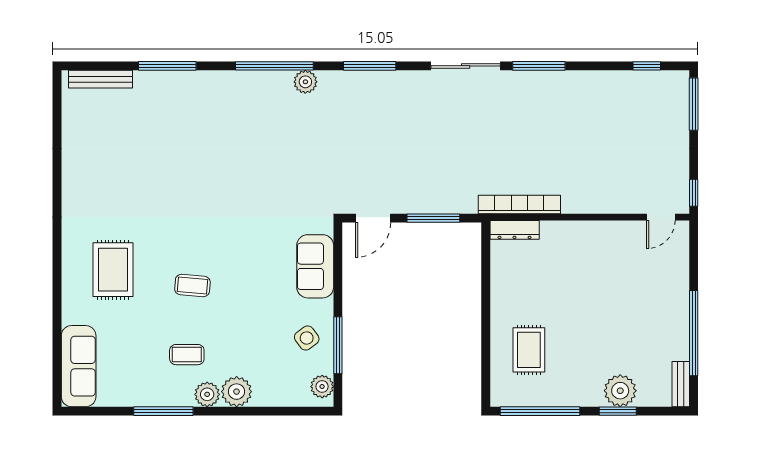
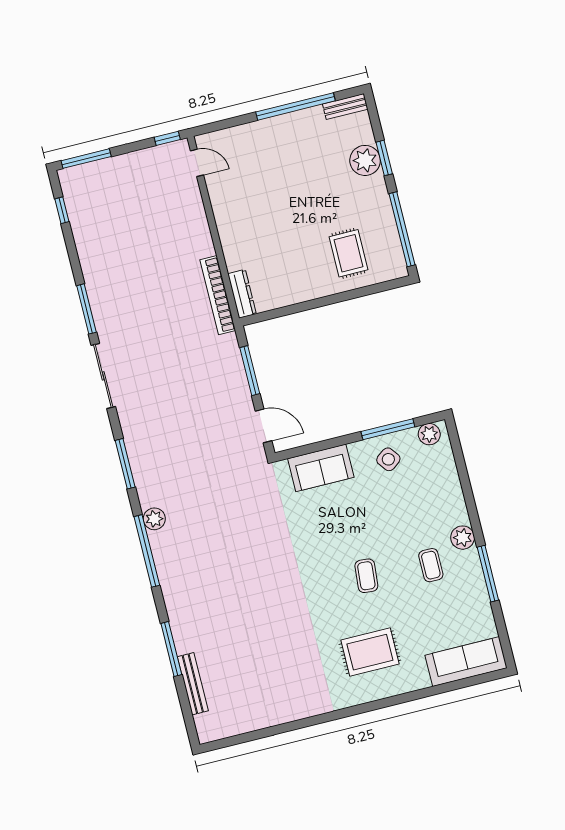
bench: (100, 79) -> (193, 684), moved
rug: (529, 350) -> (349, 253), turned 90
plant: (237, 392) -> (453, 511), removed

